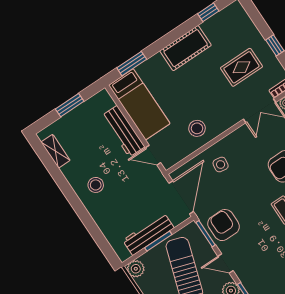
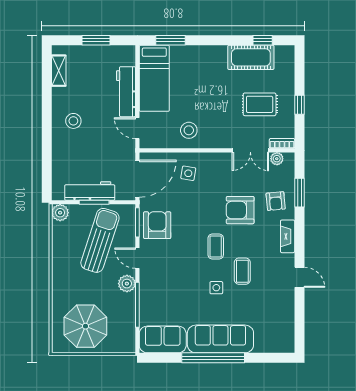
cot: (186, 48) -> (251, 57), moved

